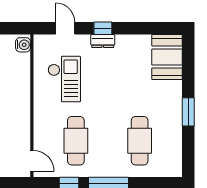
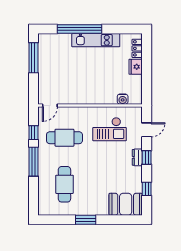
window: (146, 28) -> (147, 189), added
water cooler: (23, 45) -> (123, 99), moved
cafe table: (140, 141) -> (64, 184), turned 90

